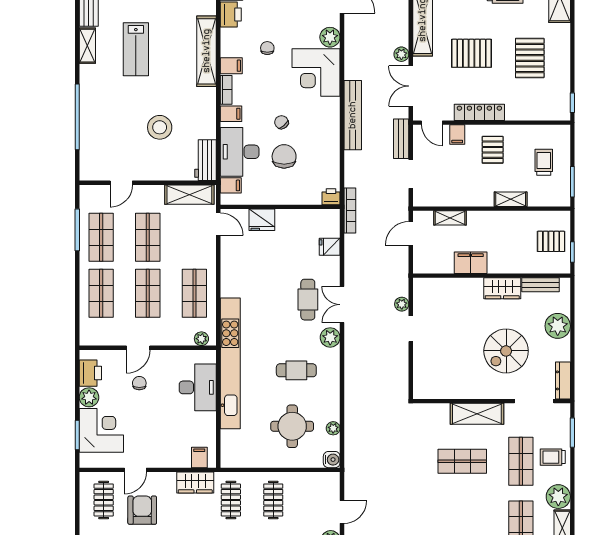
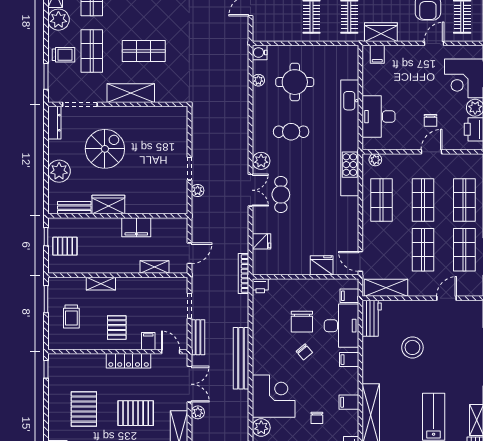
bookcase: (226, 90) -> (353, 381), removed

